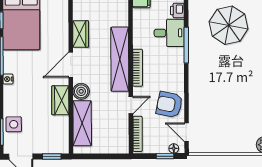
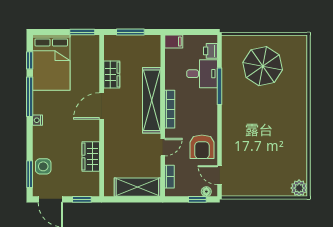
boiler: (81, 91) -> (112, 133), removed
wardrobe: (60, 100) -> (91, 156), moved
armchair: (169, 105) -> (202, 147), turned -102
shelving: (82, 123) -> (137, 187), moved, turned 90
bookcase: (138, 134) -> (170, 177), width x0.64

